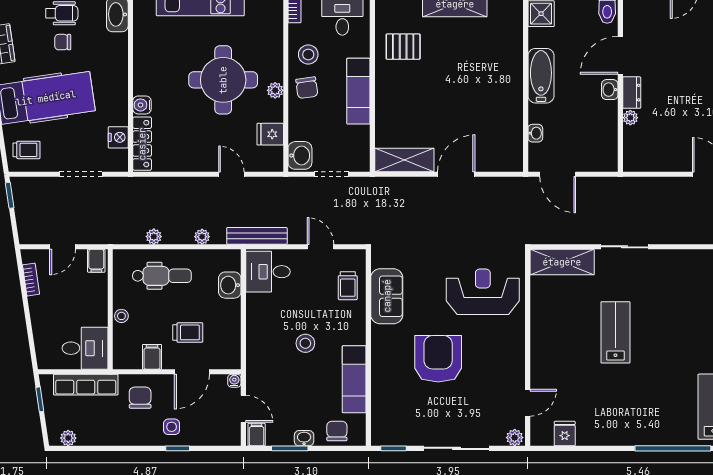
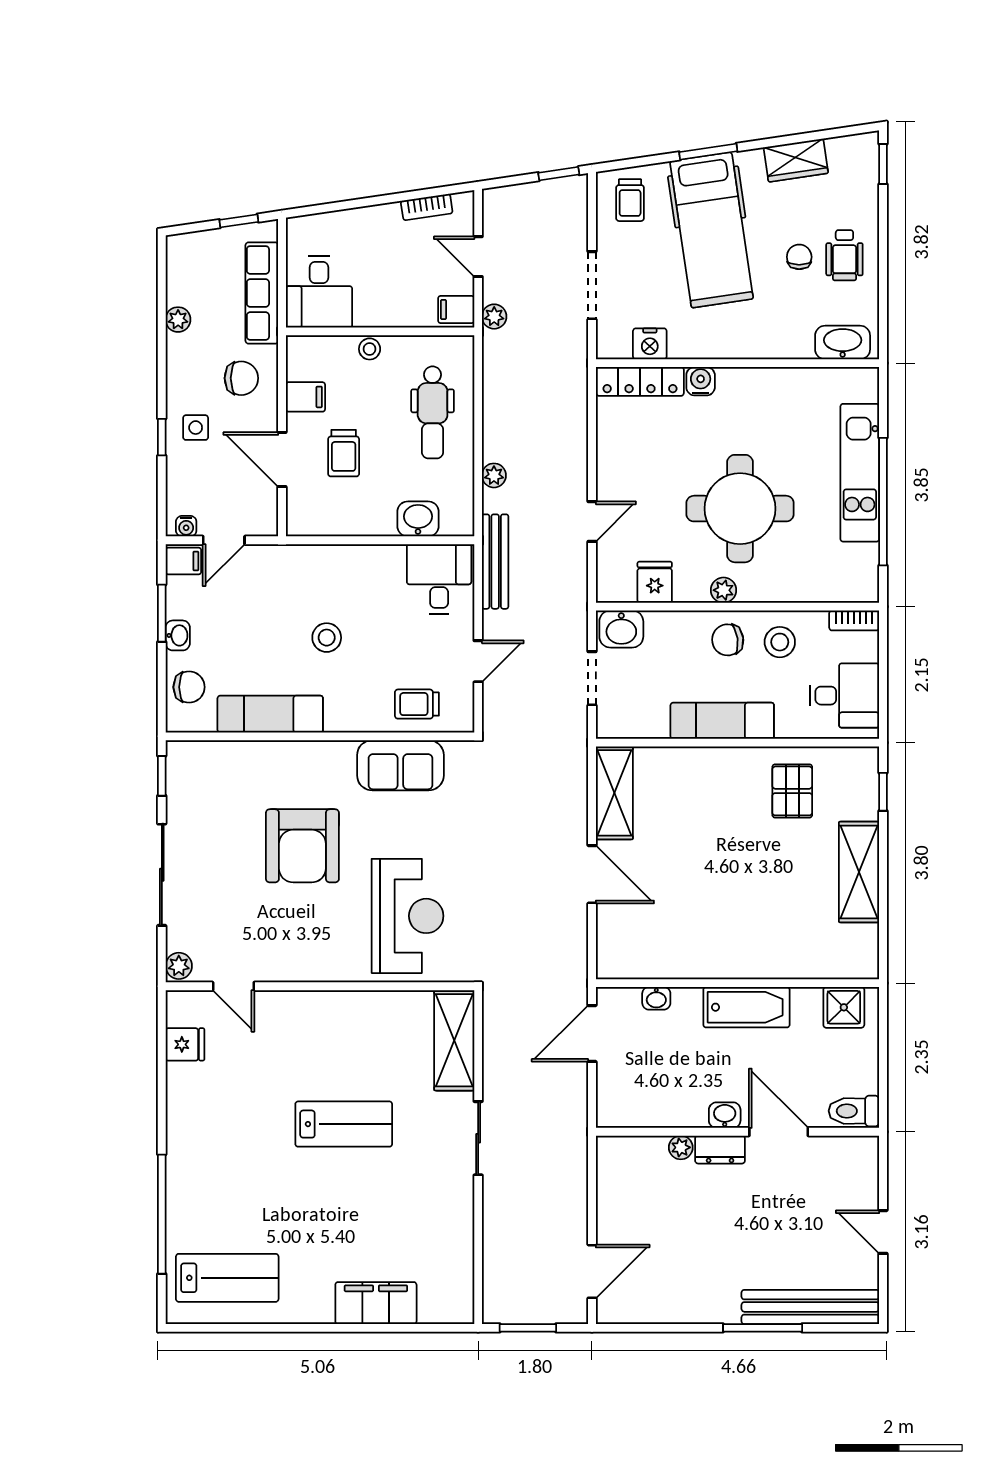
plant: (154, 237) -> (494, 317), moved
armchair: (438, 359) -> (302, 846), turned 90
water cooler: (234, 381) -> (186, 526), moved, turned 90
plant: (68, 438) -> (178, 320), moved

